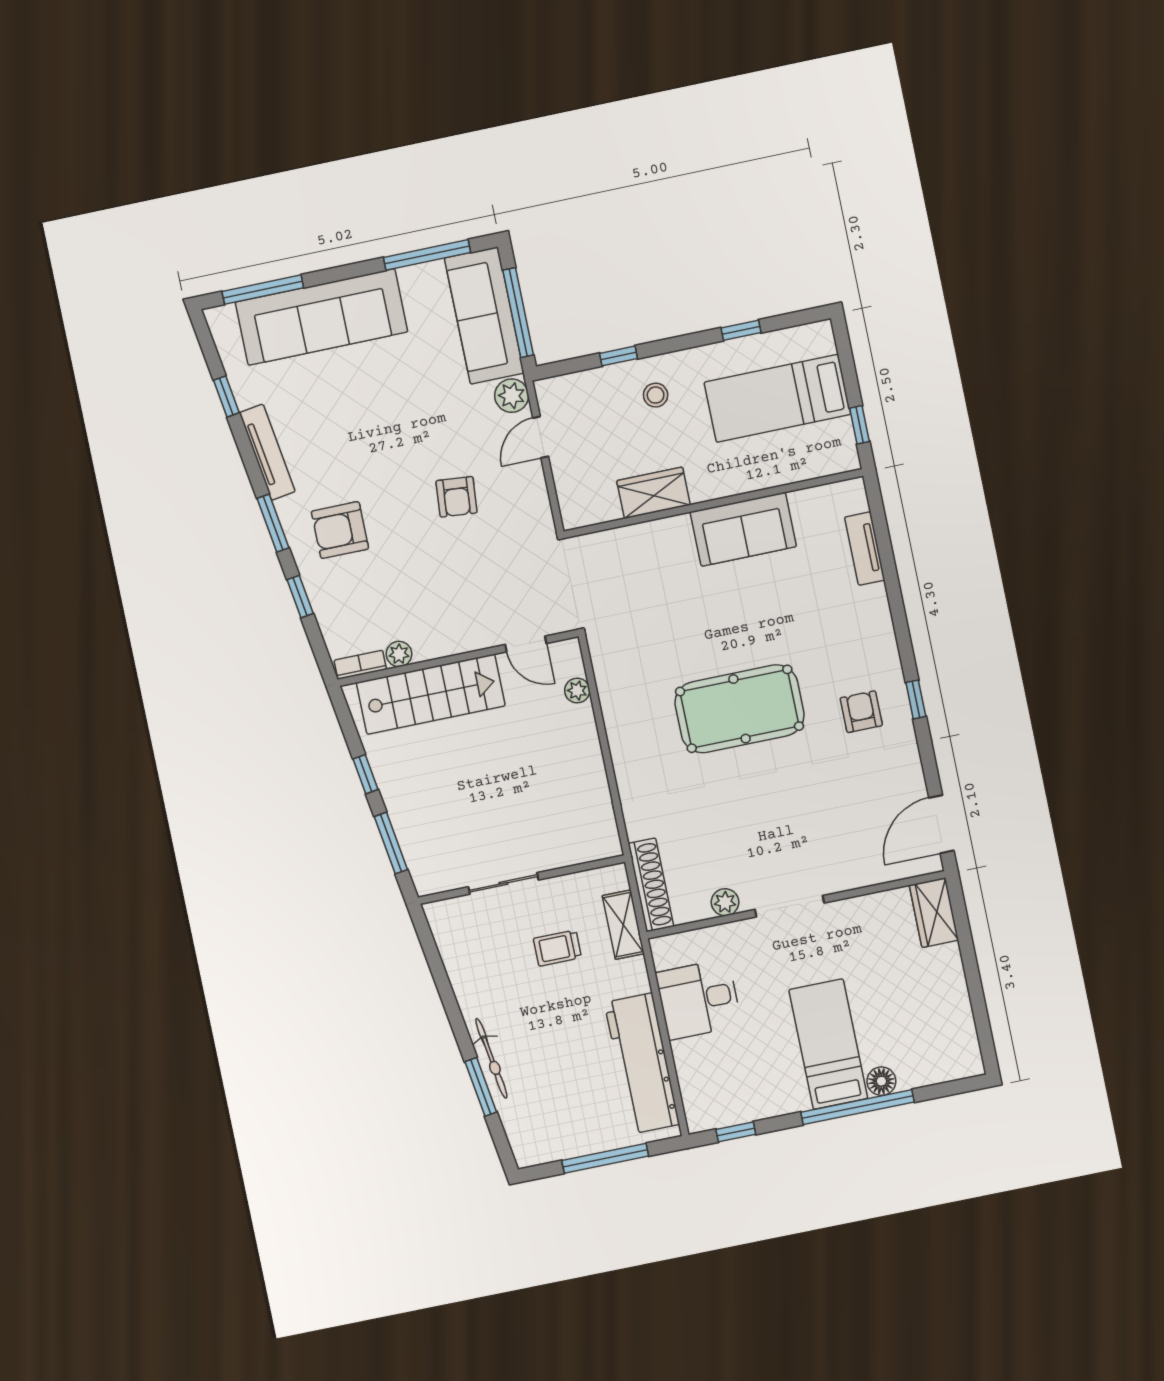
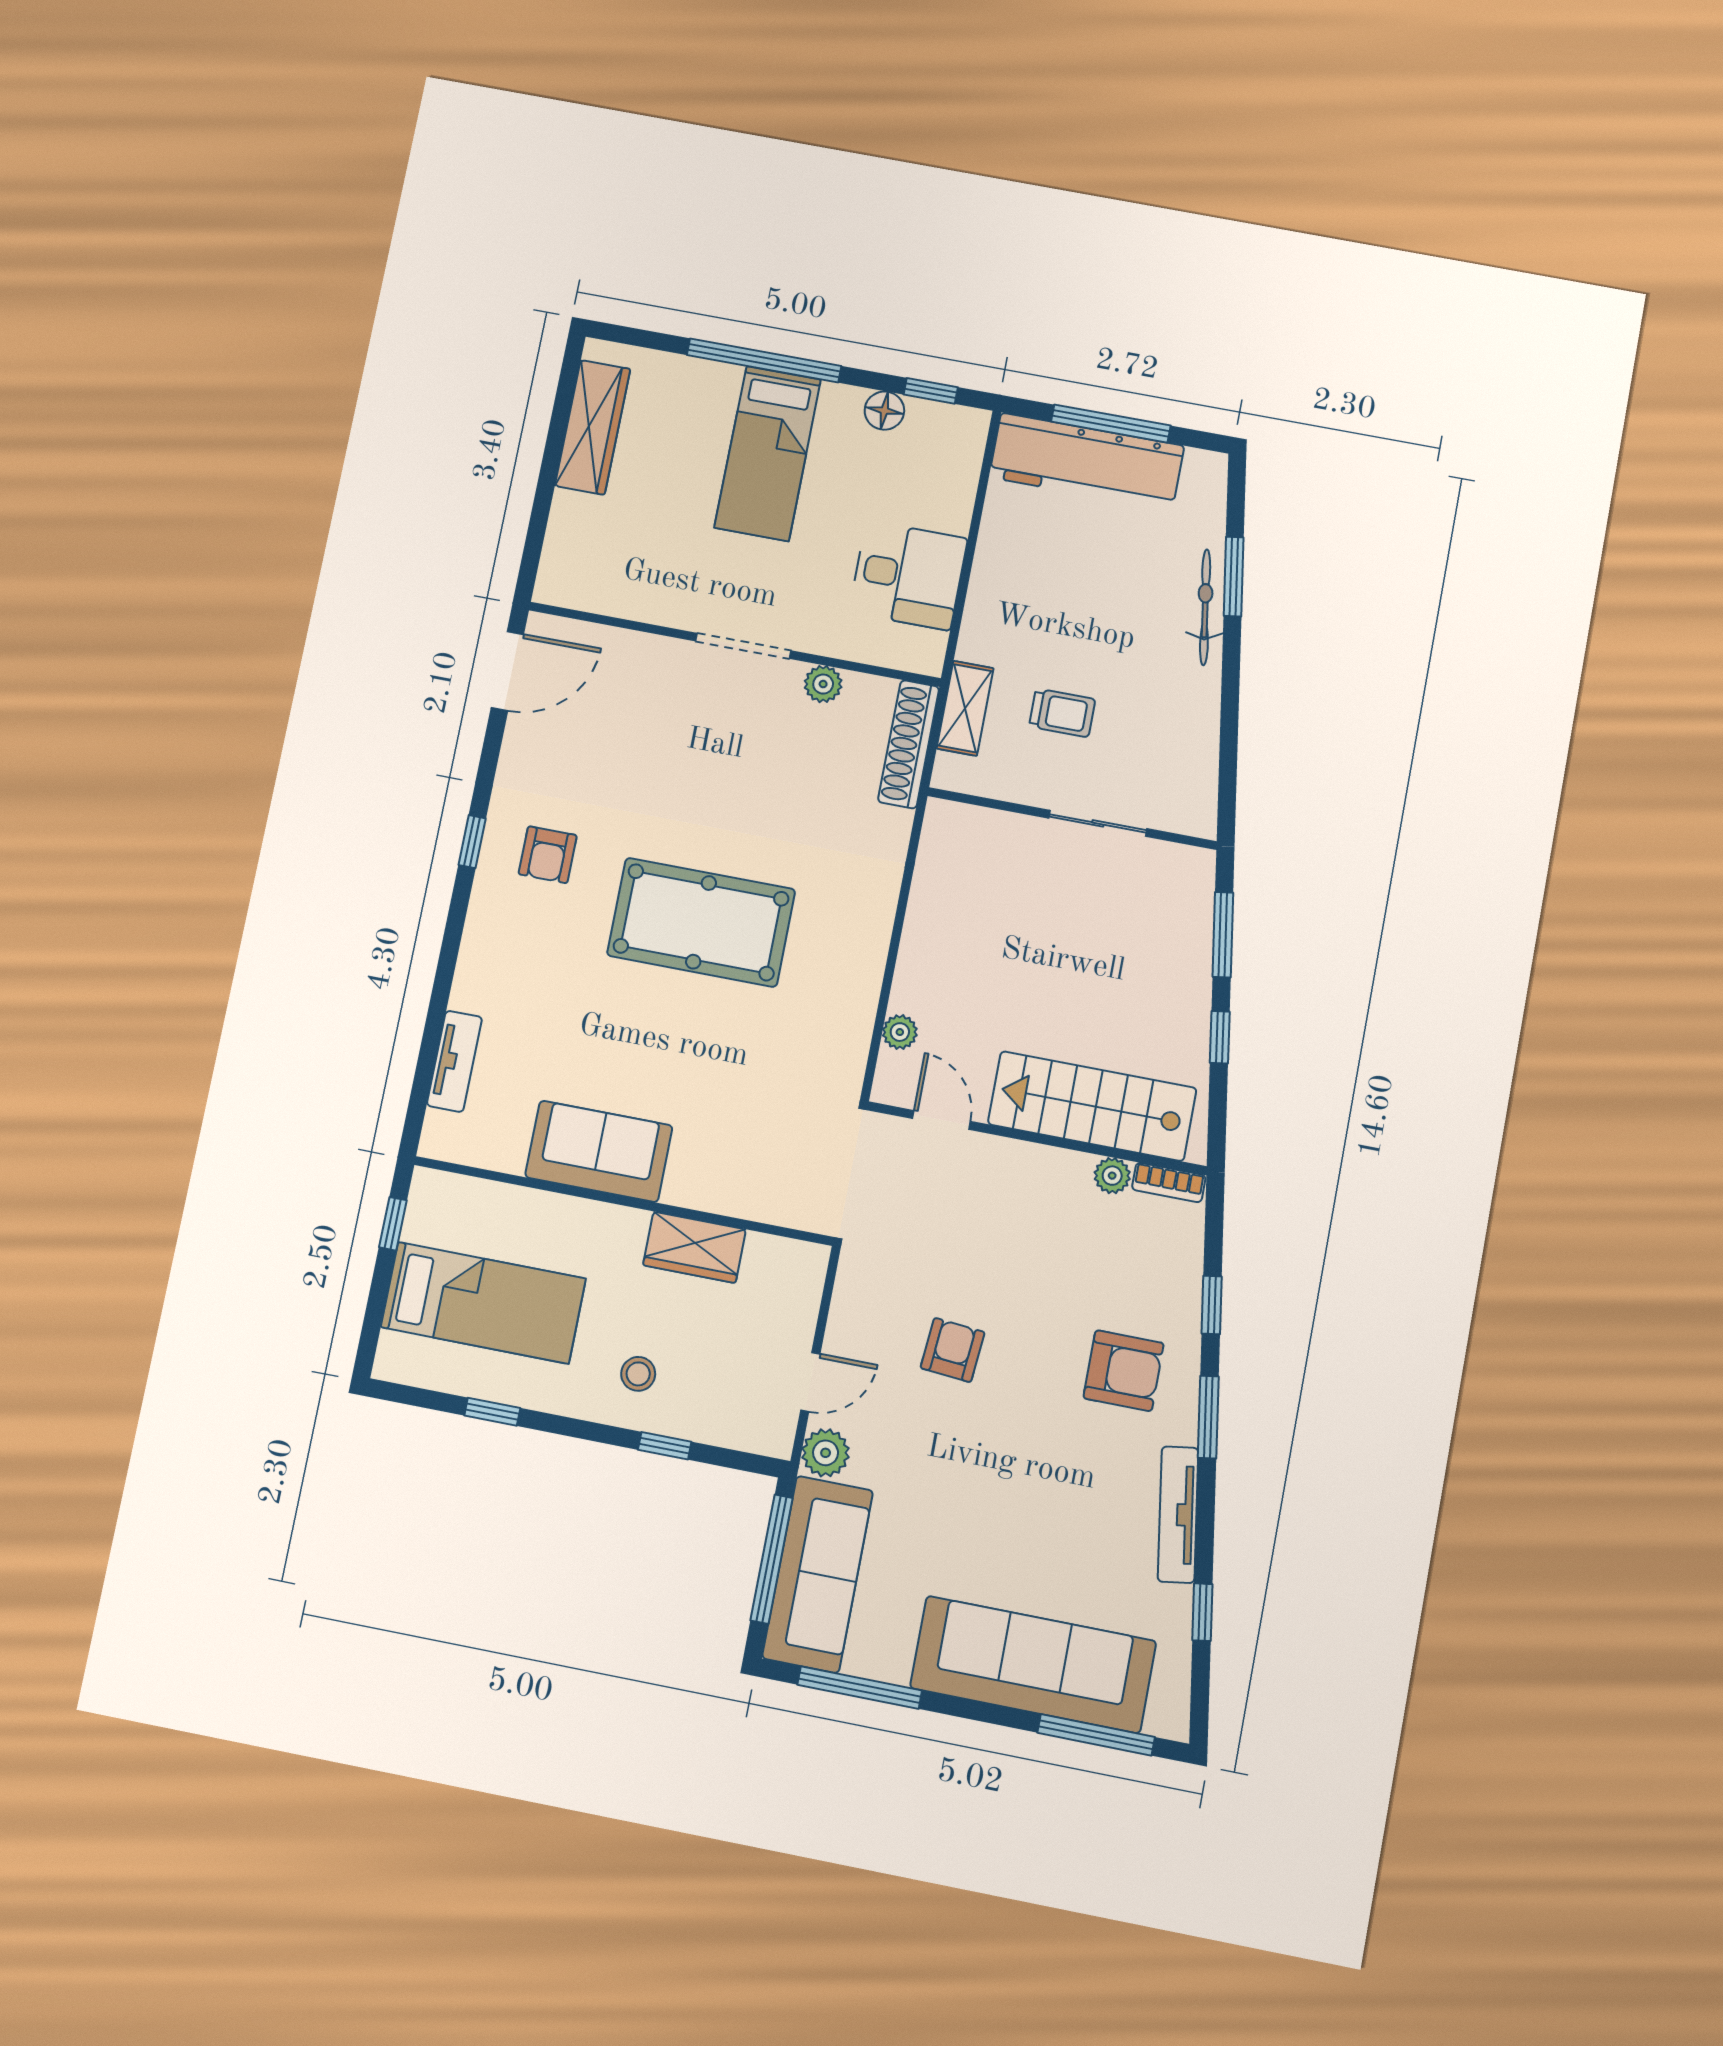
wardrobe: (934, 913) -> (593, 427), moved, width x1.50
workbench: (642, 1063) -> (1086, 462), moved, turned 90
floor lamp: (881, 1081) -> (884, 411), moved

